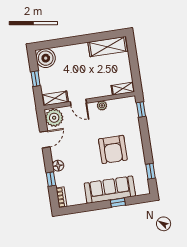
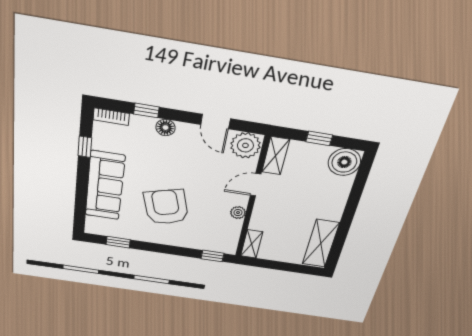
armchair: (113, 149) -> (166, 207), turned 74
window: (118, 203) -> (85, 147), moved

